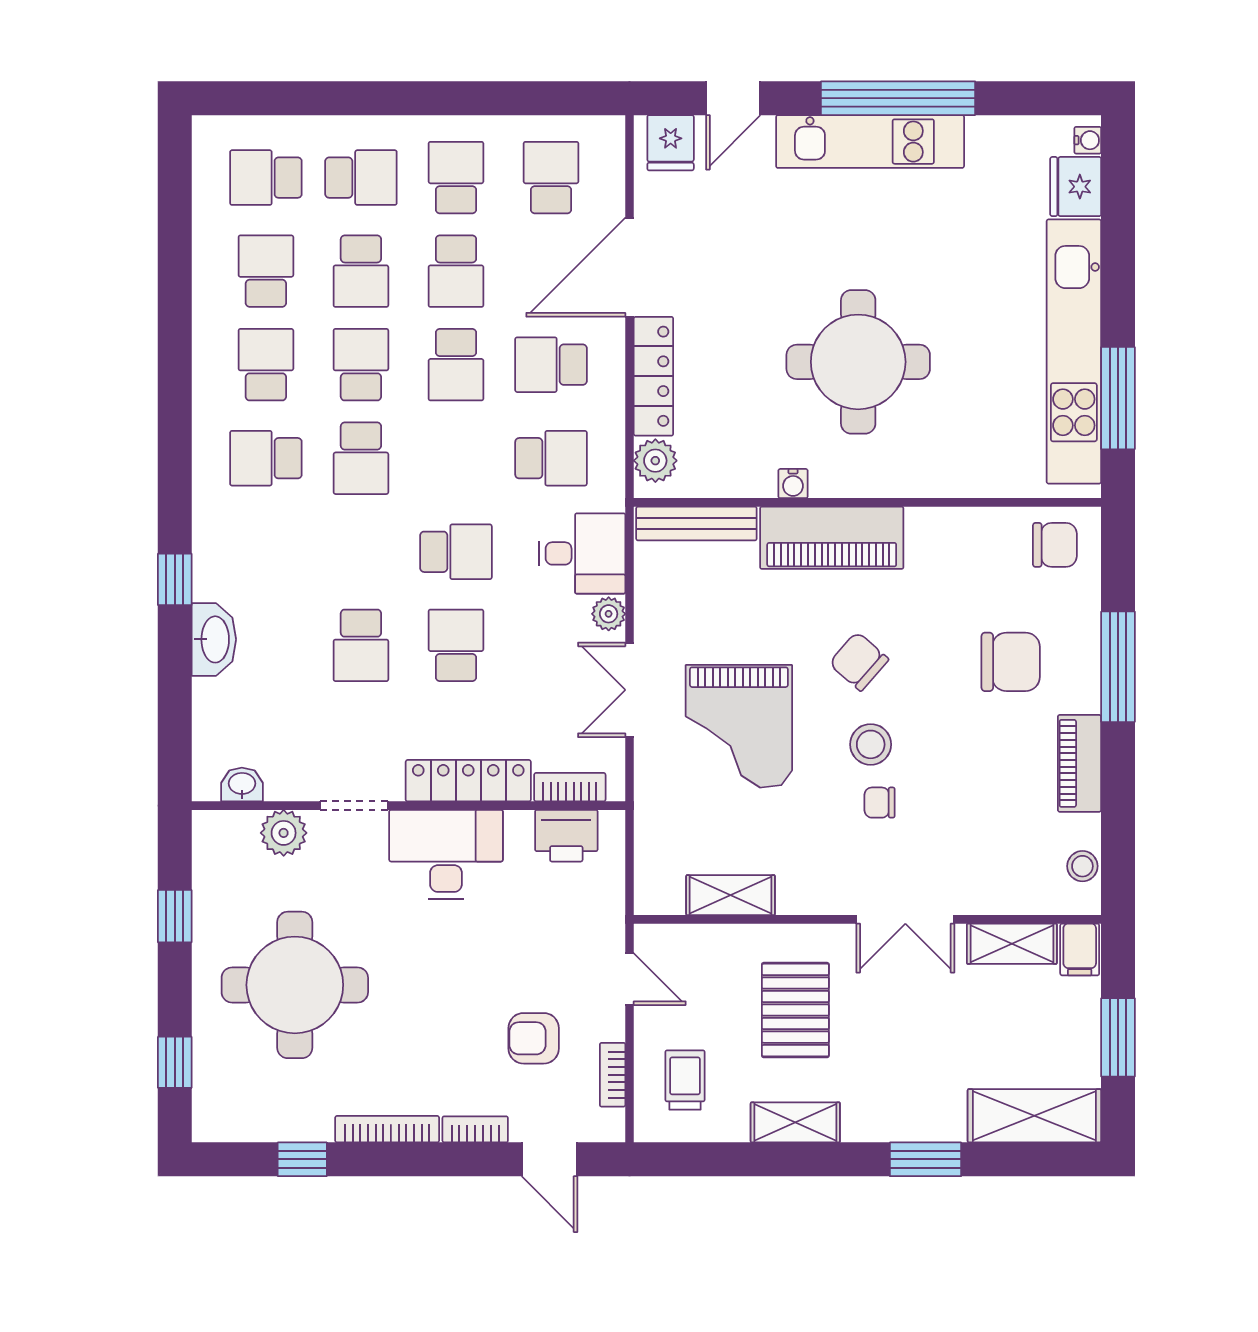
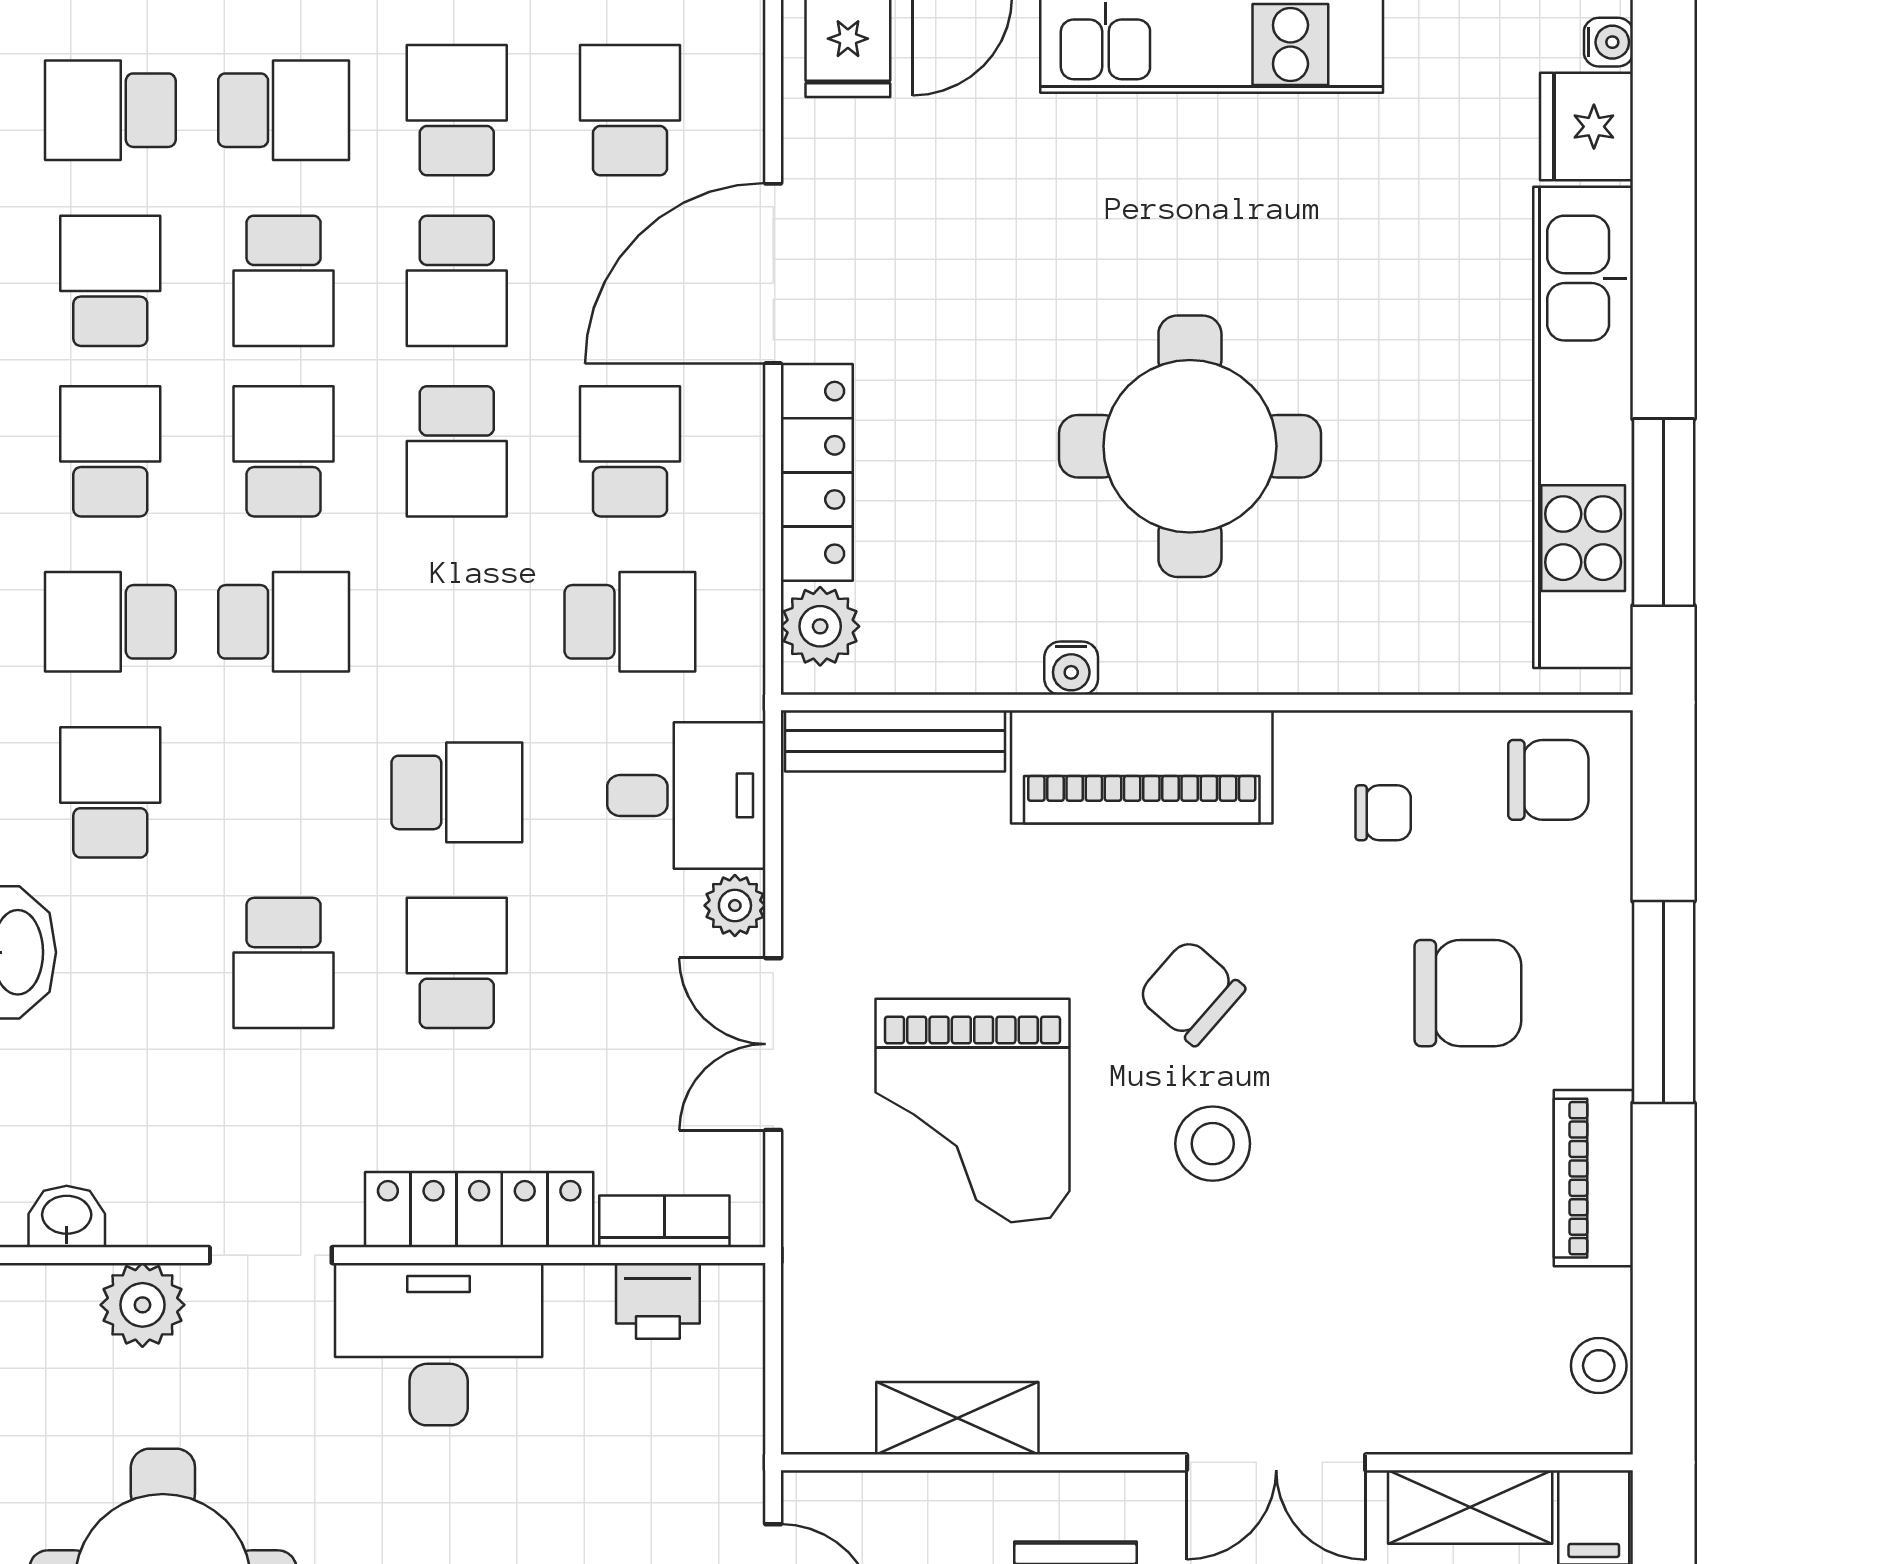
school desk: (551, 365) -> (630, 451), turned 90
school desk: (361, 458) -> (284, 622), turned -90
school desk: (266, 552) -> (110, 792), added
chair: (880, 803) -> (1383, 813), moved, turned 180
printer: (566, 836) -> (658, 1301), width x0.73, depth x0.81

